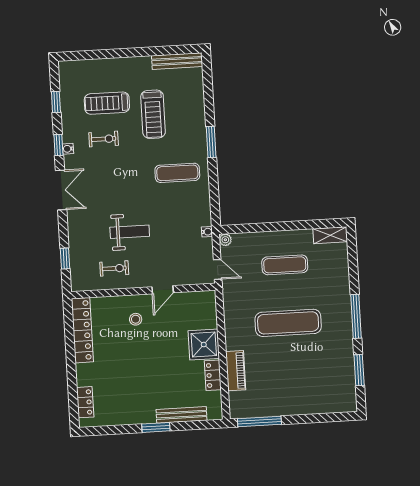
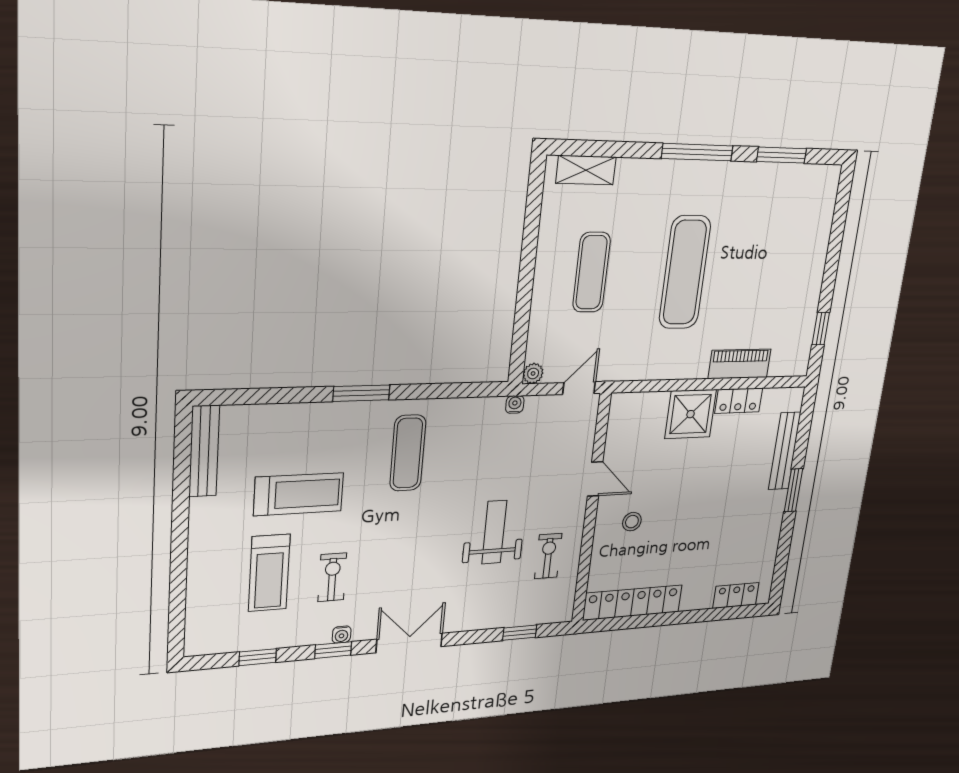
shelving: (330, 235) -> (586, 170), moved, turned 90
window: (259, 421) -> (821, 329), width x0.46

